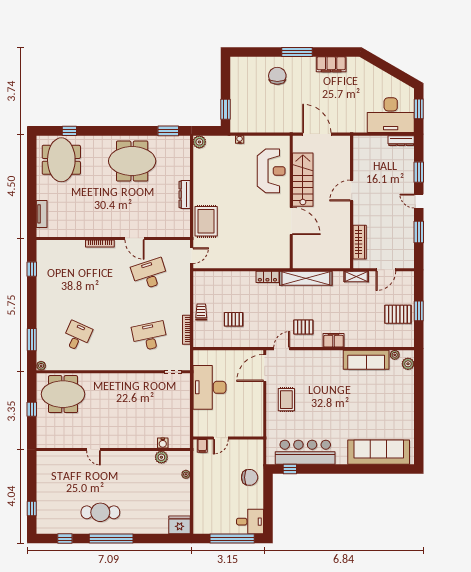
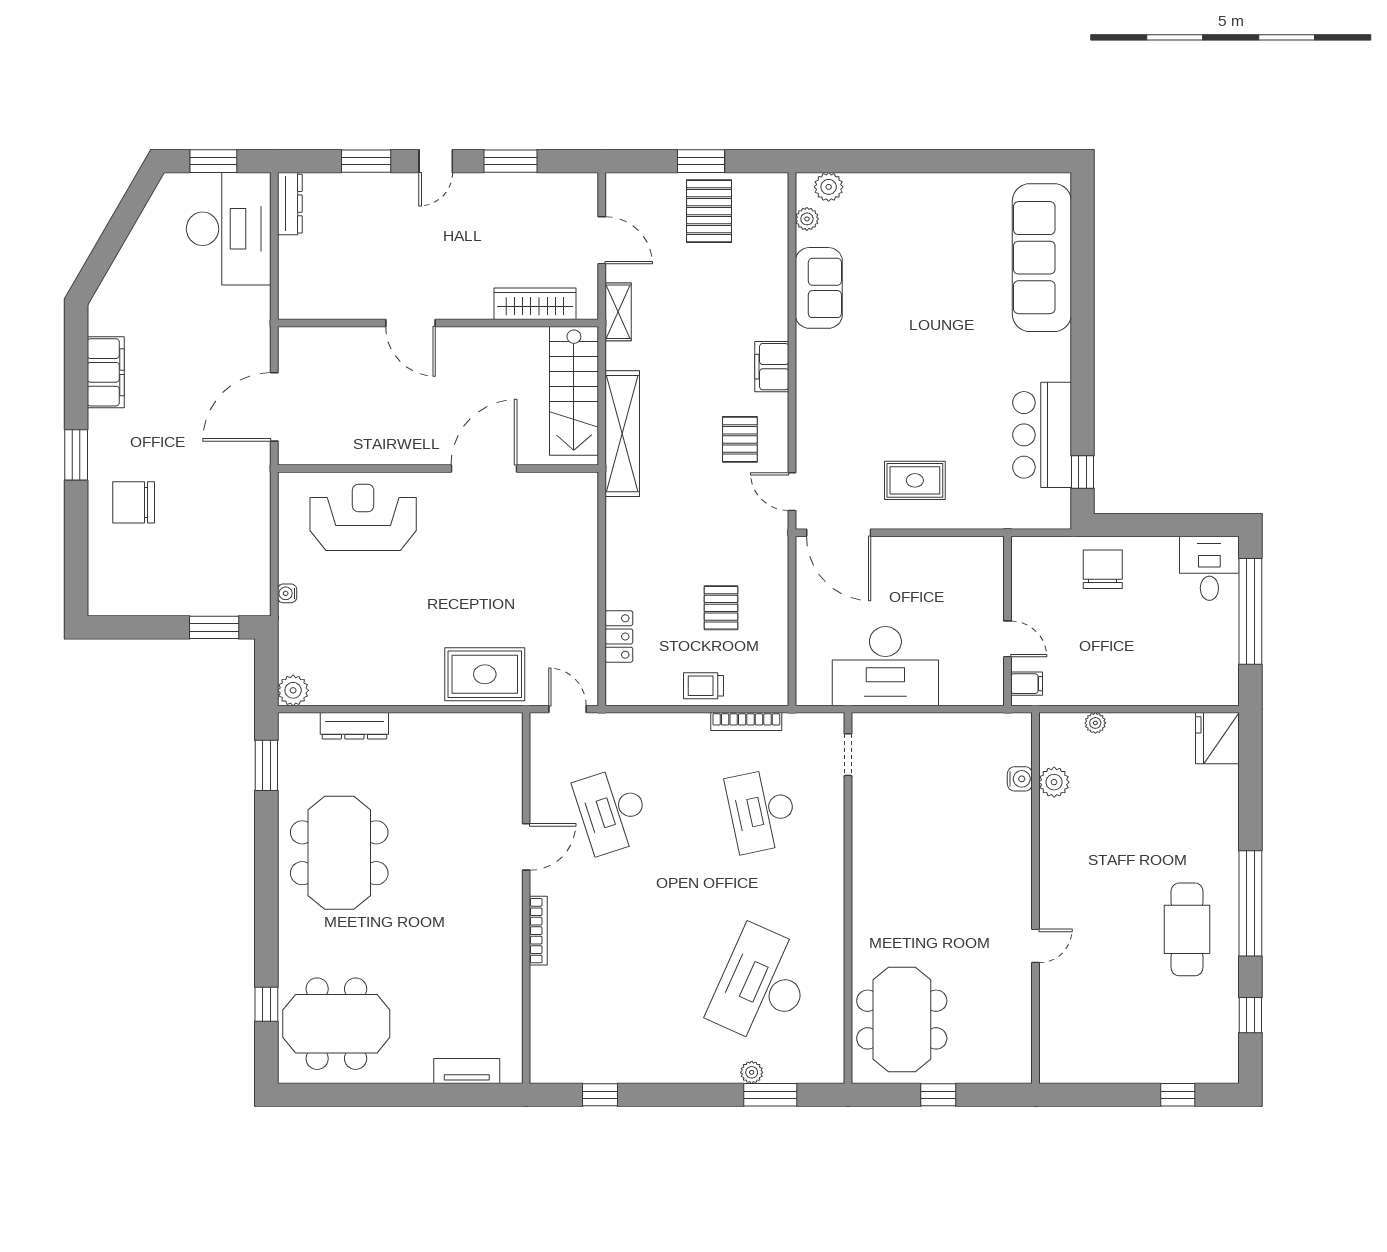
window: (297, 52) -> (76, 455), width x0.69
stairs: (303, 180) -> (574, 391), moved, turned -90
dresser: (185, 195) -> (354, 726), moved
locker: (267, 277) -> (619, 636), moved
desk: (77, 336) -> (762, 985), width x1.87, depth x1.30
sofa: (366, 360) -> (819, 288), width x0.73
plant: (41, 366) -> (752, 1072), moved
bar counter: (305, 452) -> (1042, 435), width x0.73

